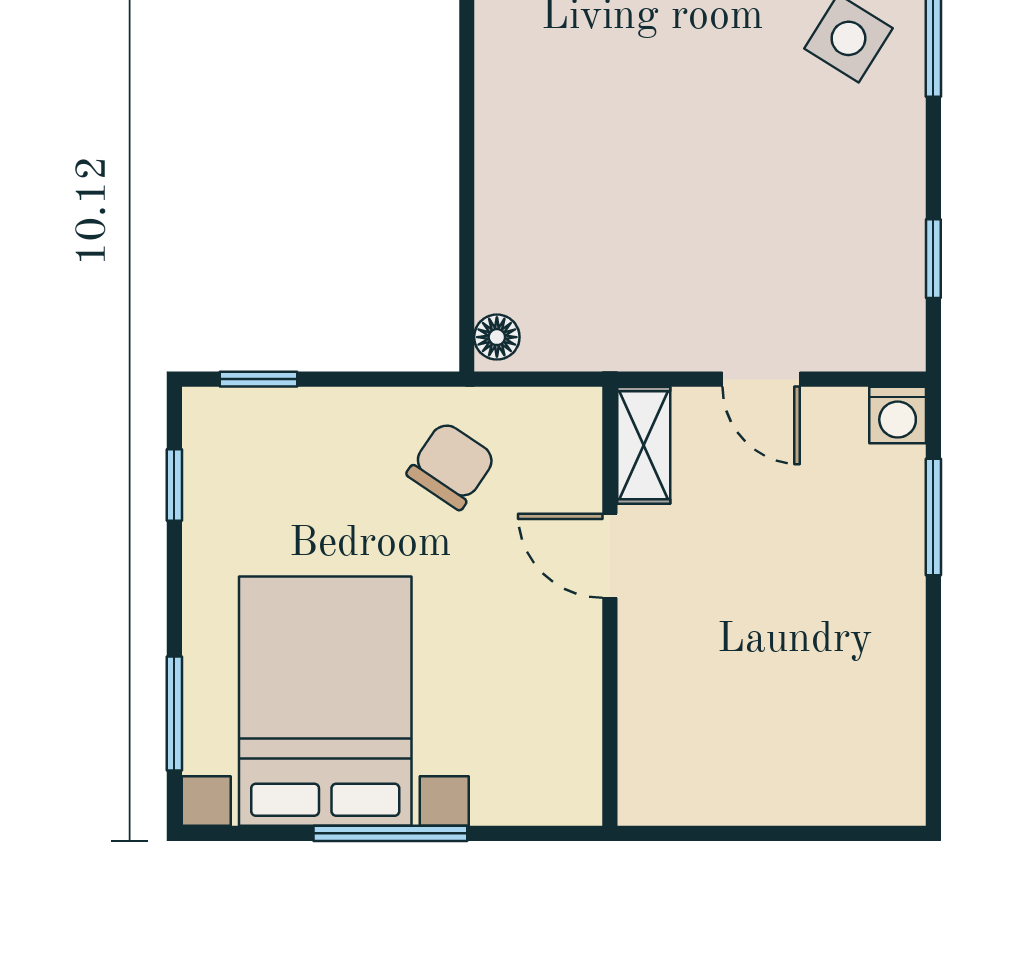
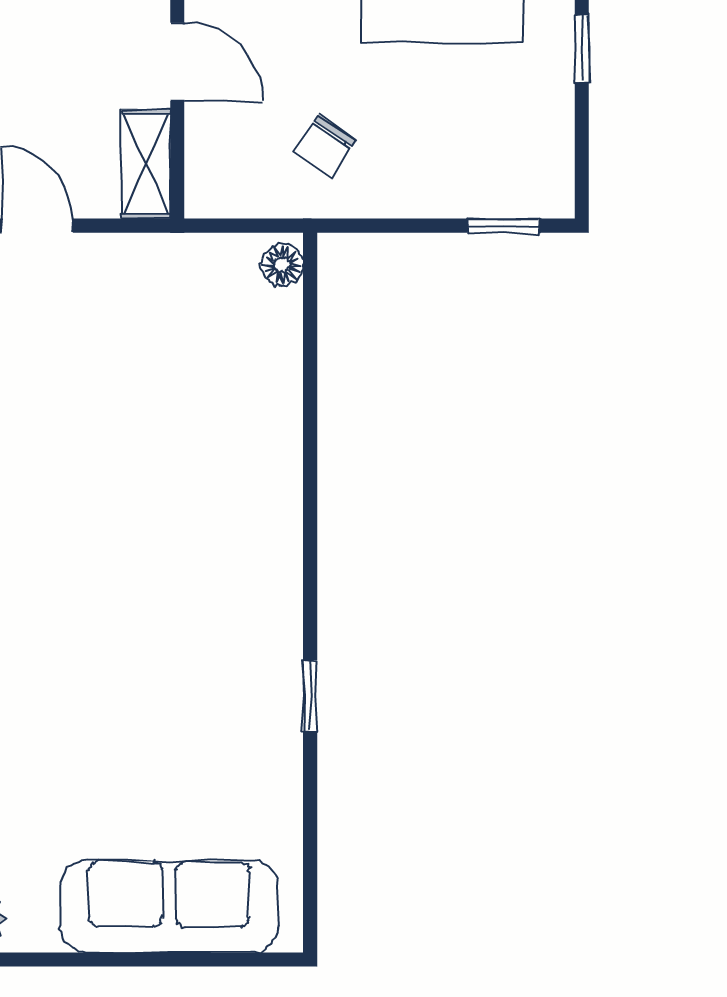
chair: (451, 465) -> (325, 146), width x0.73, depth x0.73
window: (174, 485) -> (582, 49), moved

